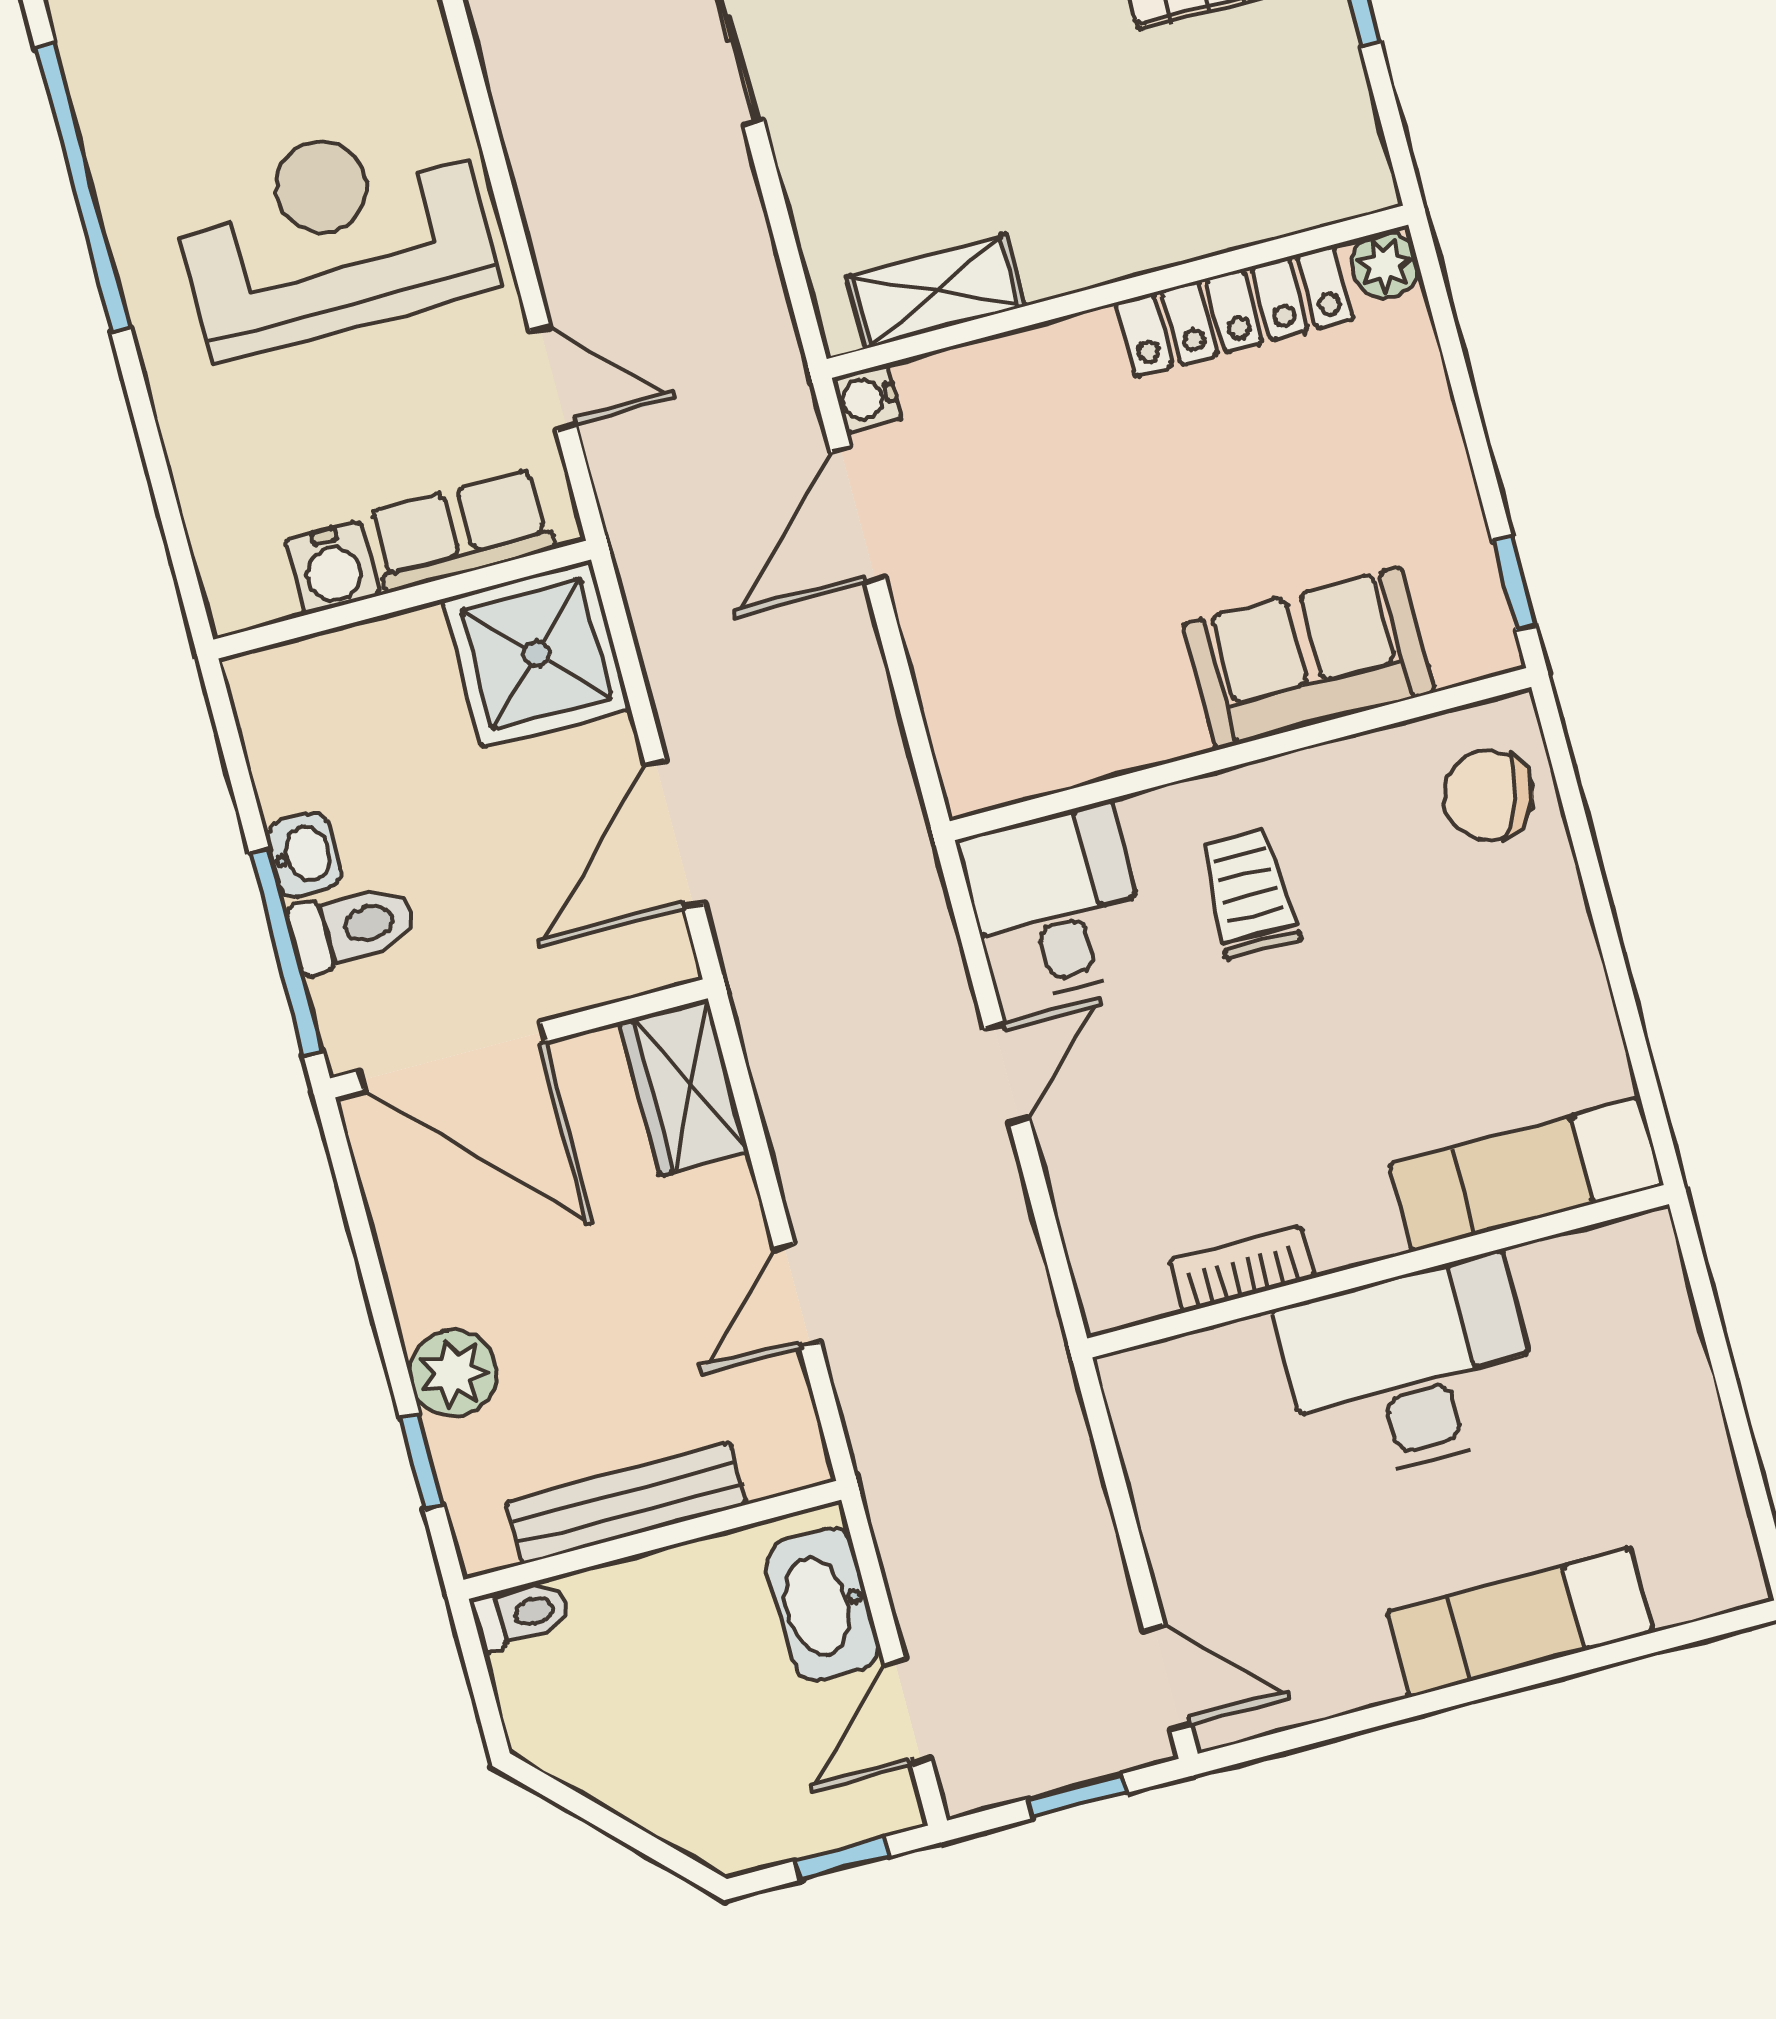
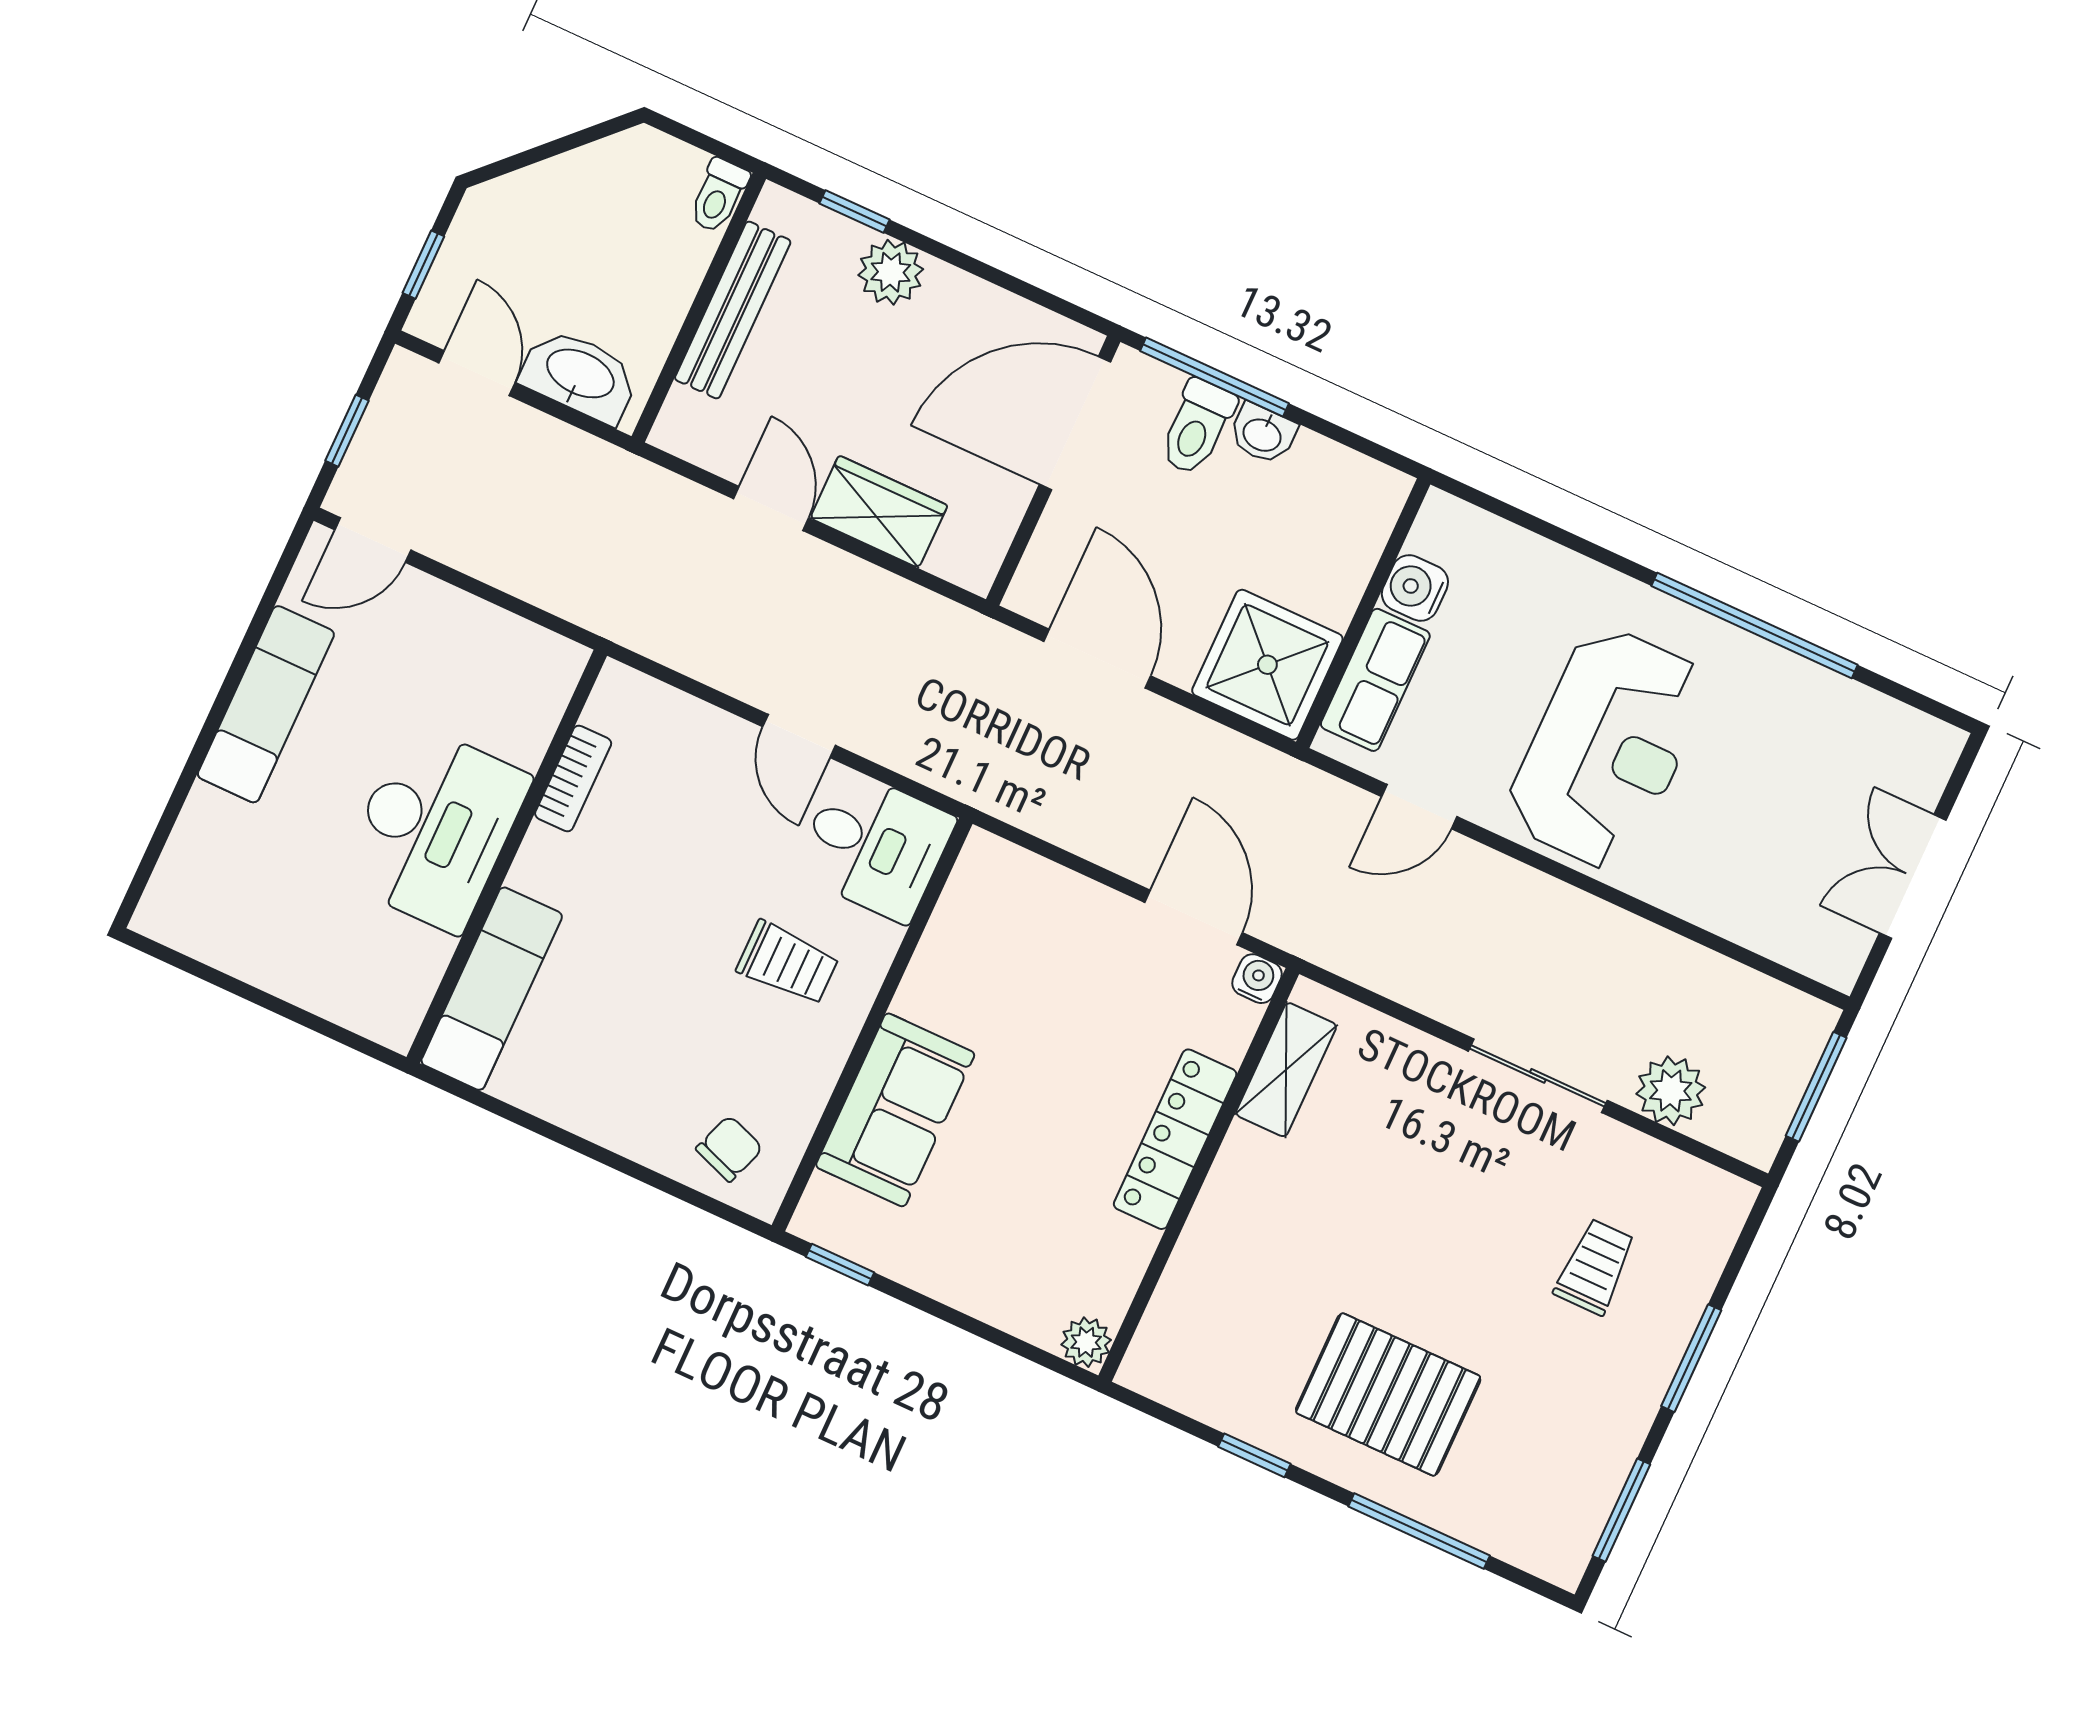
locker: (1235, 311) -> (1175, 1139), moved
chair: (1489, 795) -> (729, 1149), width x0.73, depth x0.73
wardrobe: (684, 1087) -> (879, 512), moved
exam couch: (1520, 1622) -> (266, 704), moved

